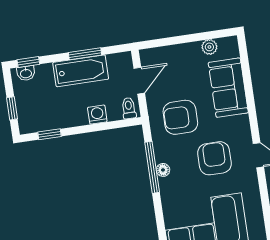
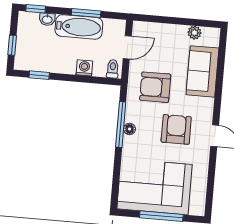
washbasin: (26, 73) -> (47, 19), moved

